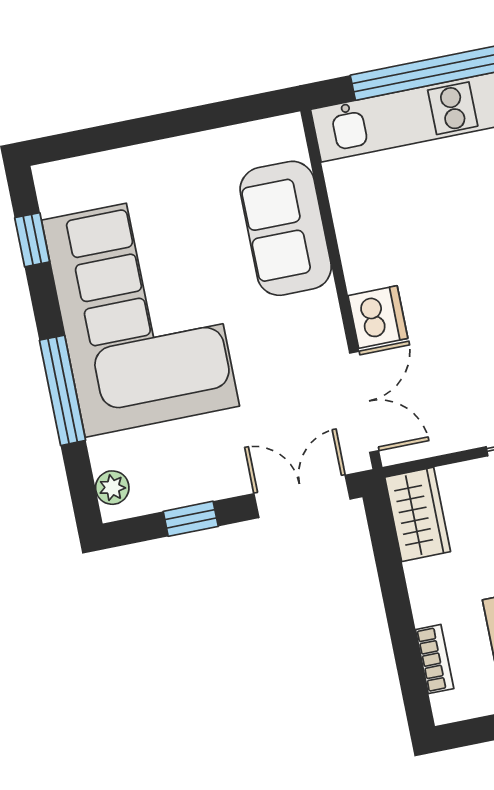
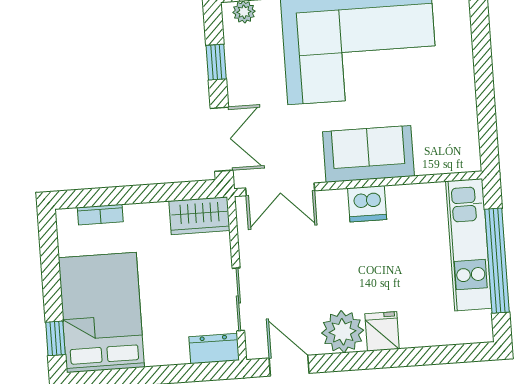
sofa: (286, 228) -> (368, 154), moved
dishwasher: (378, 317) -> (367, 204), moved

